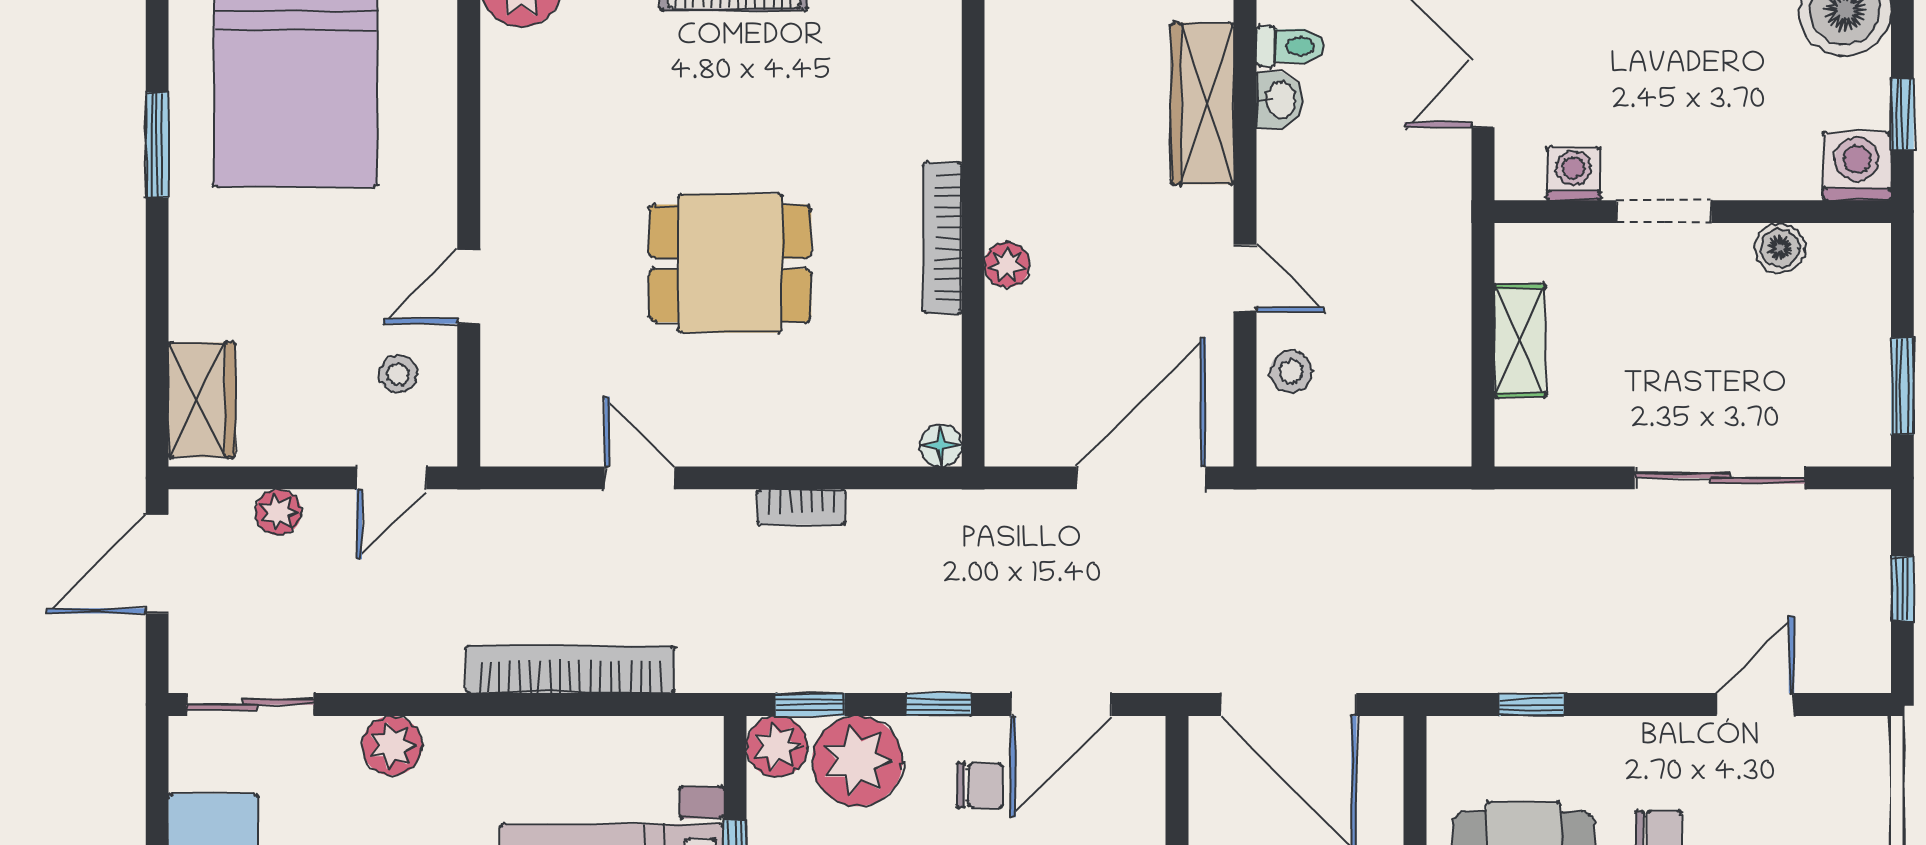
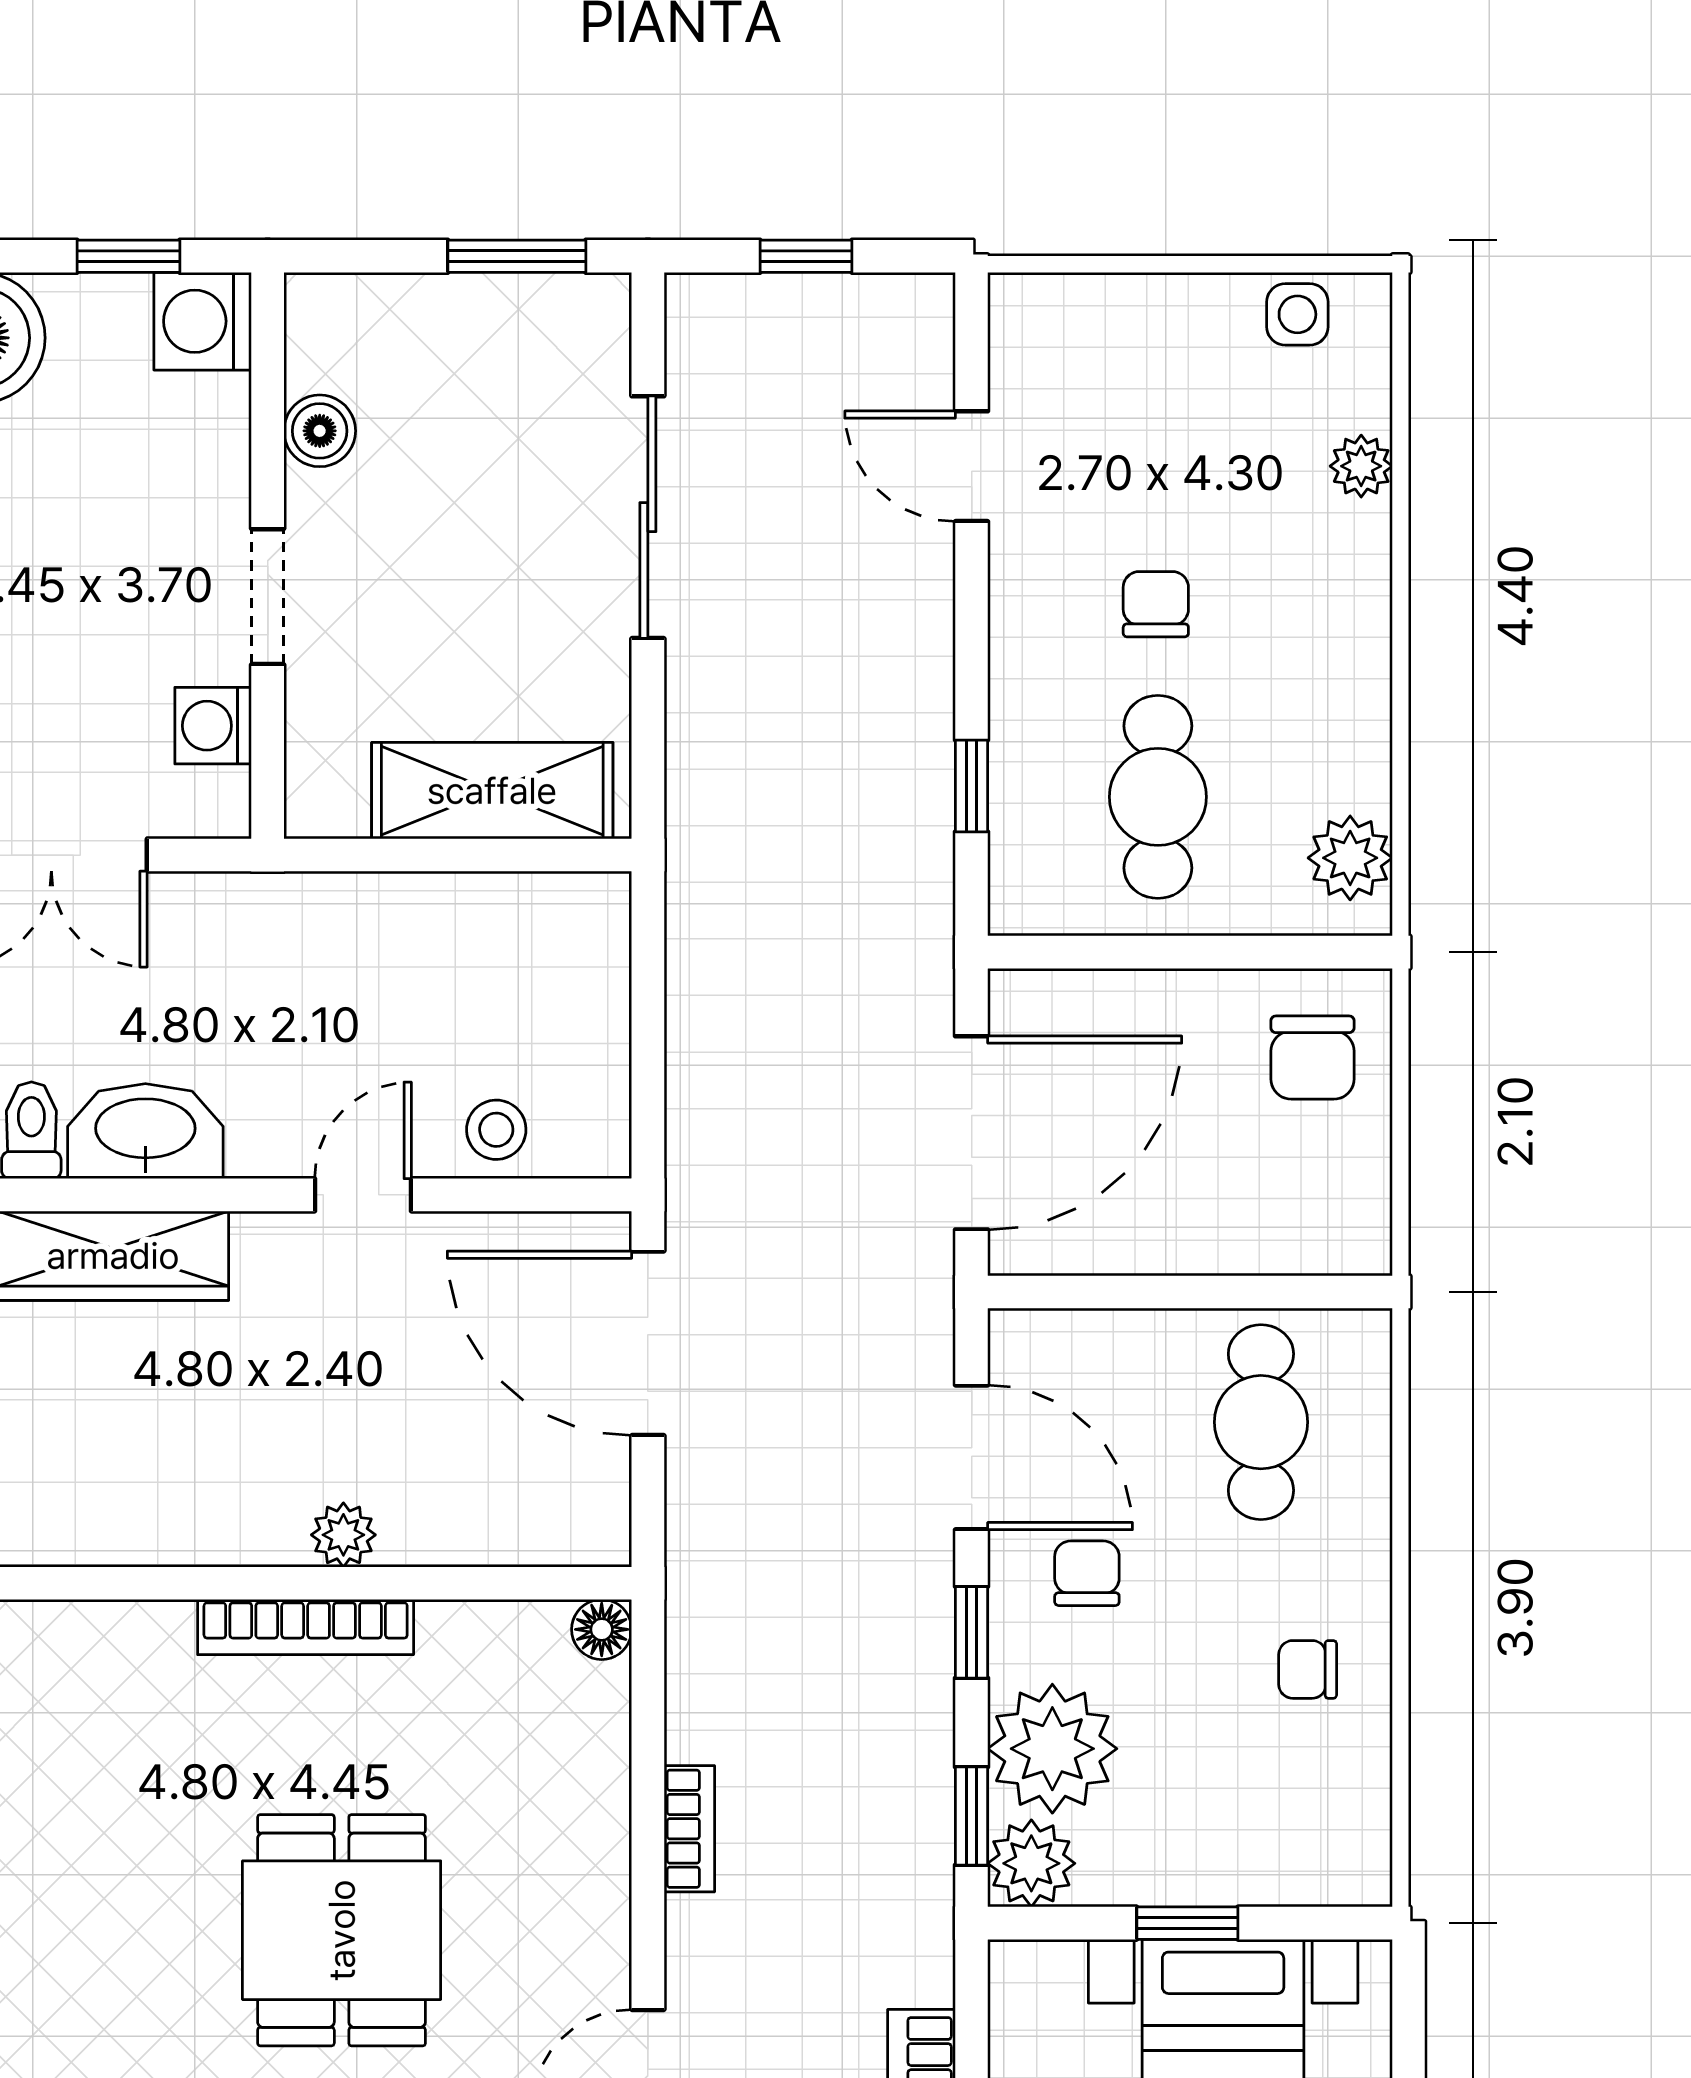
washbasin: (1279, 100) -> (145, 1131), width x1.91, depth x1.45
shelving: (1520, 341) -> (492, 791), width x1.50, depth x1.33

